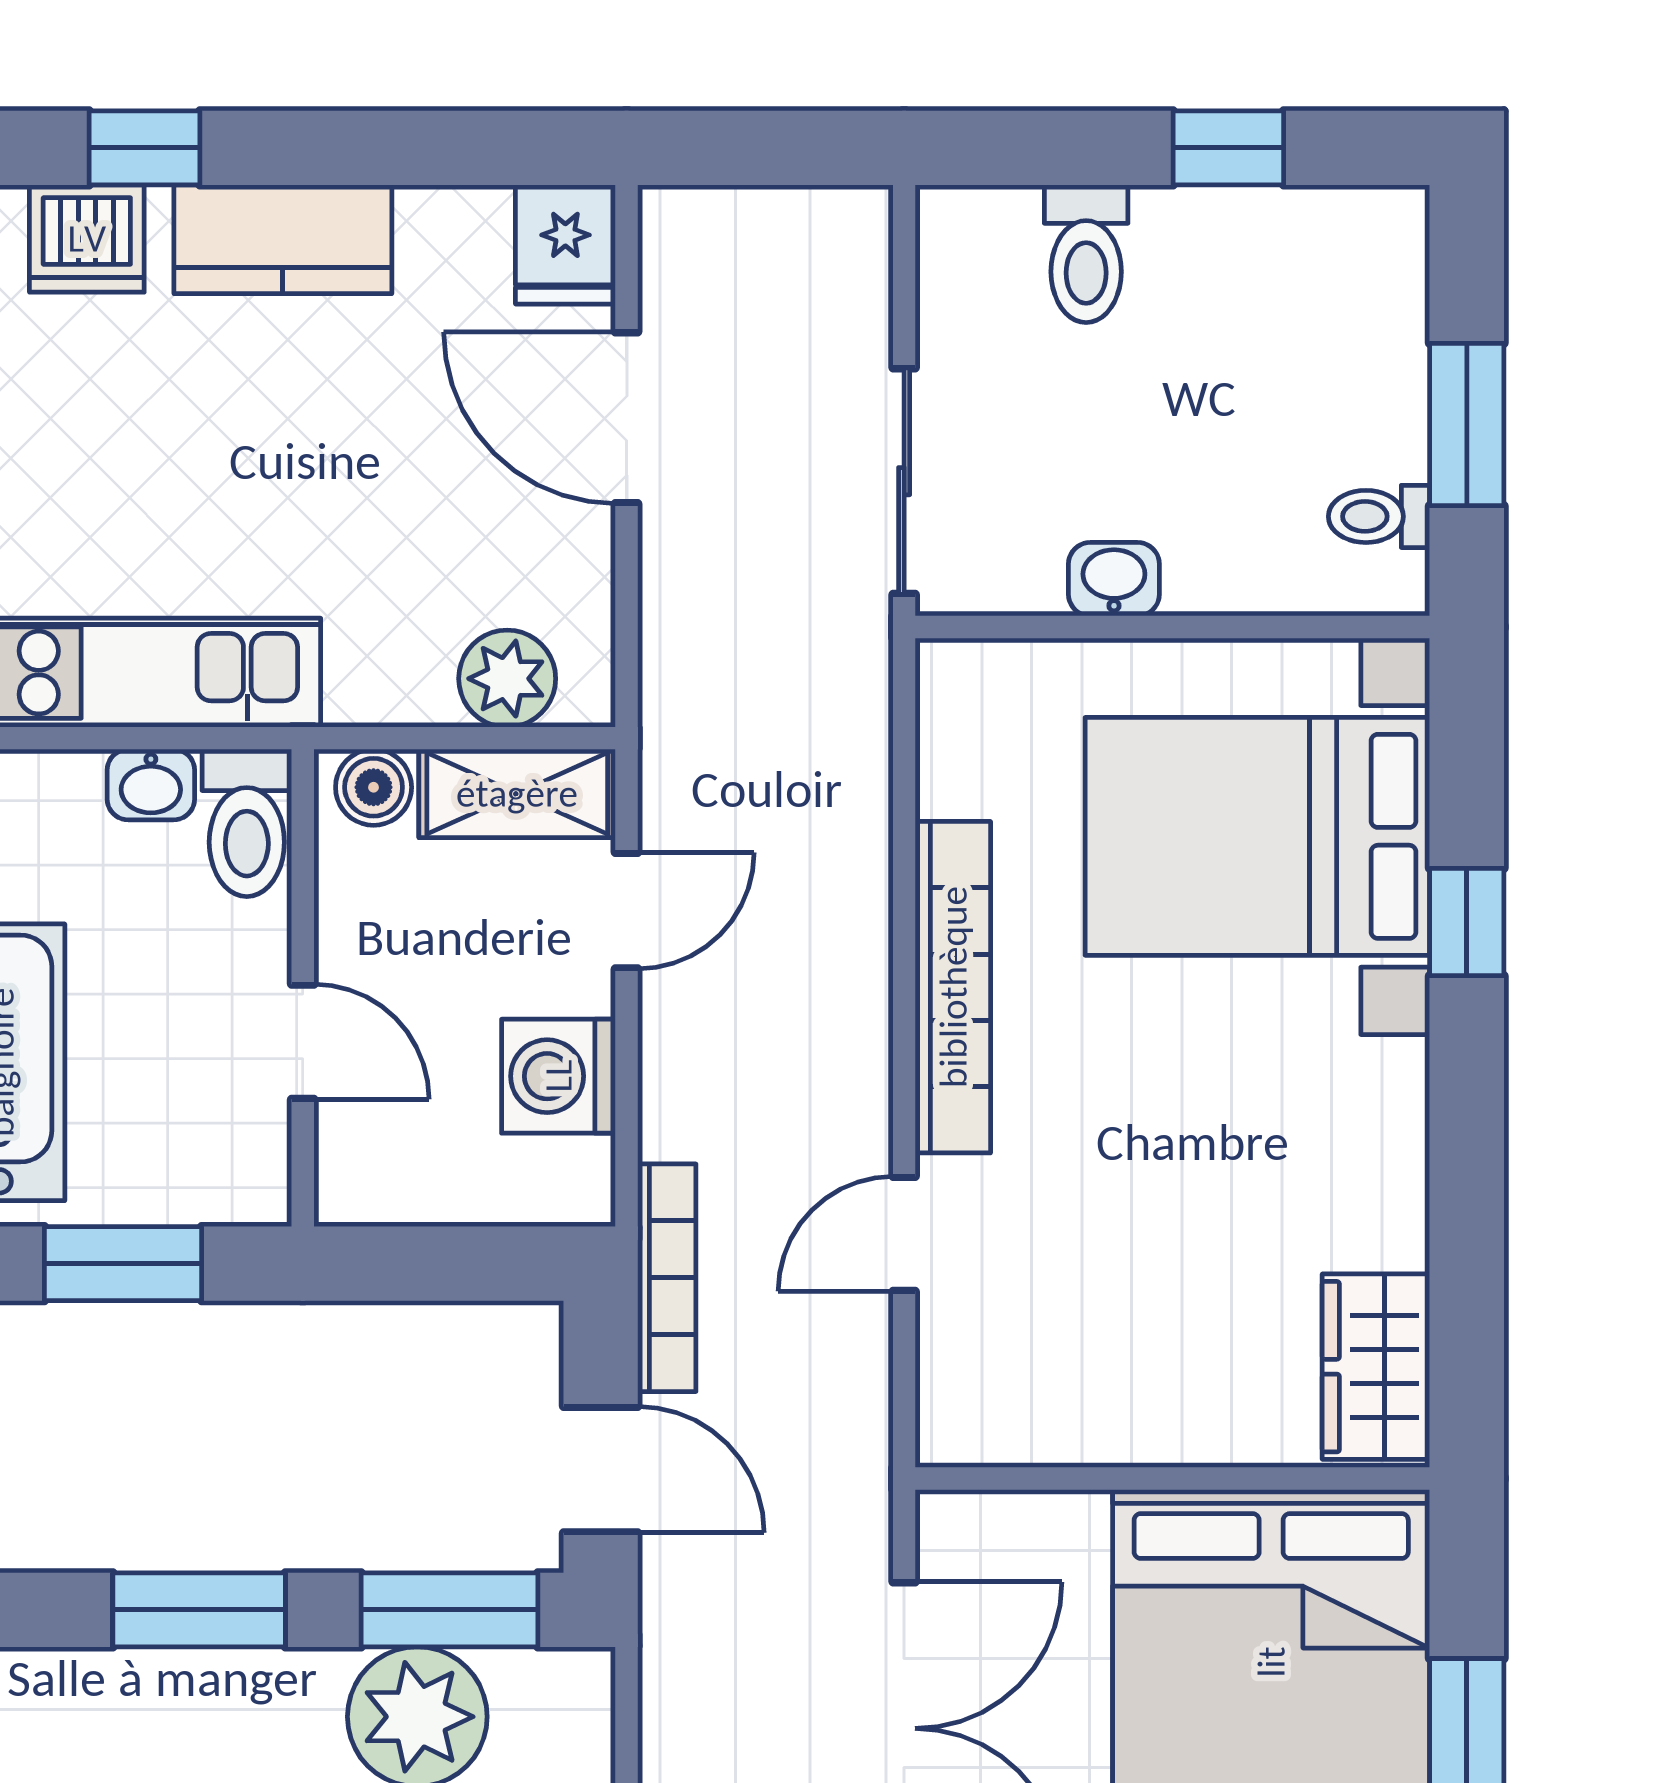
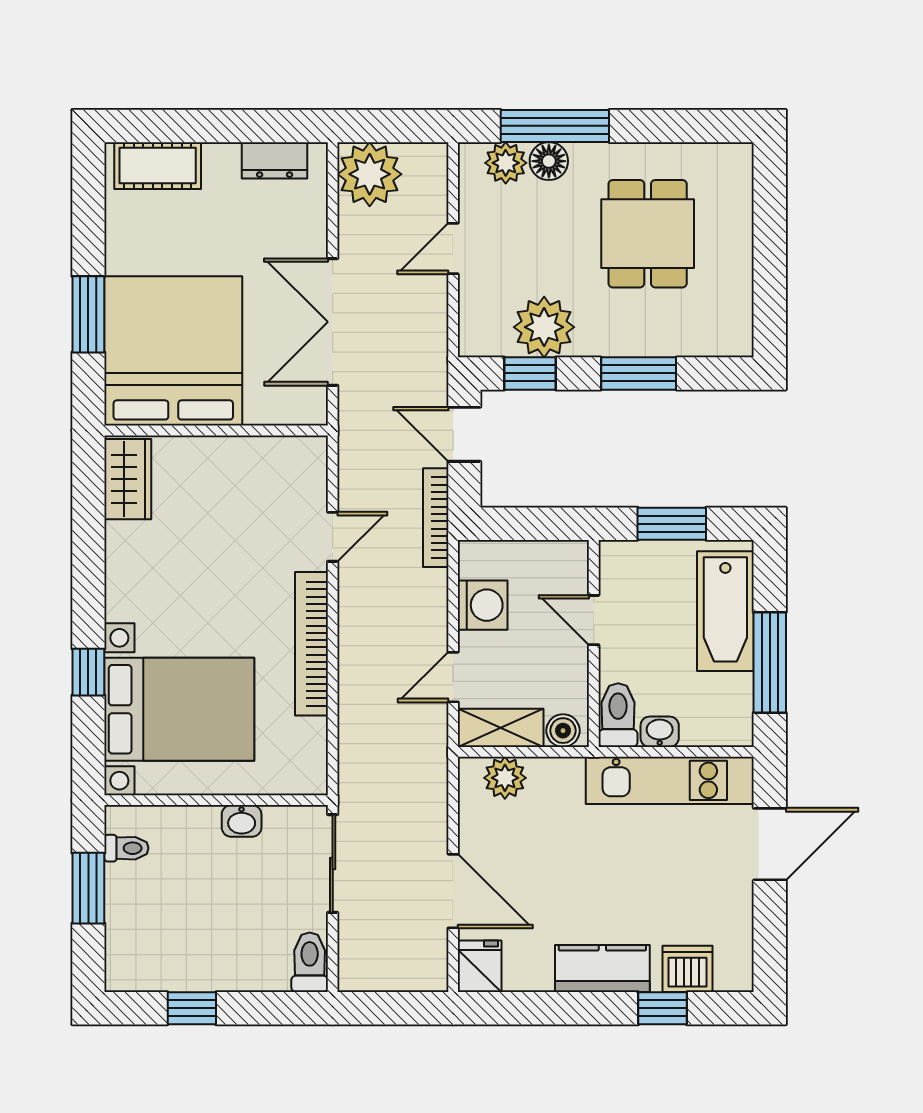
toilet: (1086, 254) -> (310, 962), moved
window: (449, 1610) -> (530, 373), width x0.67

